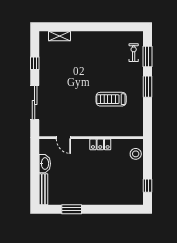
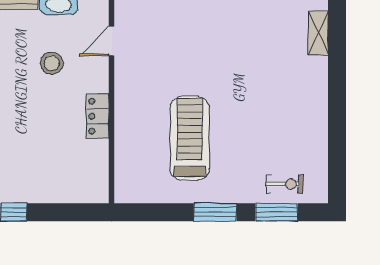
treadmill: (111, 99) -> (190, 138), width x1.37, depth x1.38
stool: (136, 154) -> (52, 63), moved

